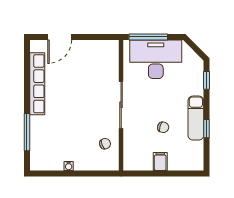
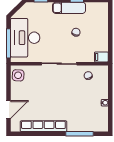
door: (60, 37) -> (9, 109), hinge flipped
side table: (105, 50) -> (18, 75), added
filing cabinet: (160, 161) -> (101, 57), moved

